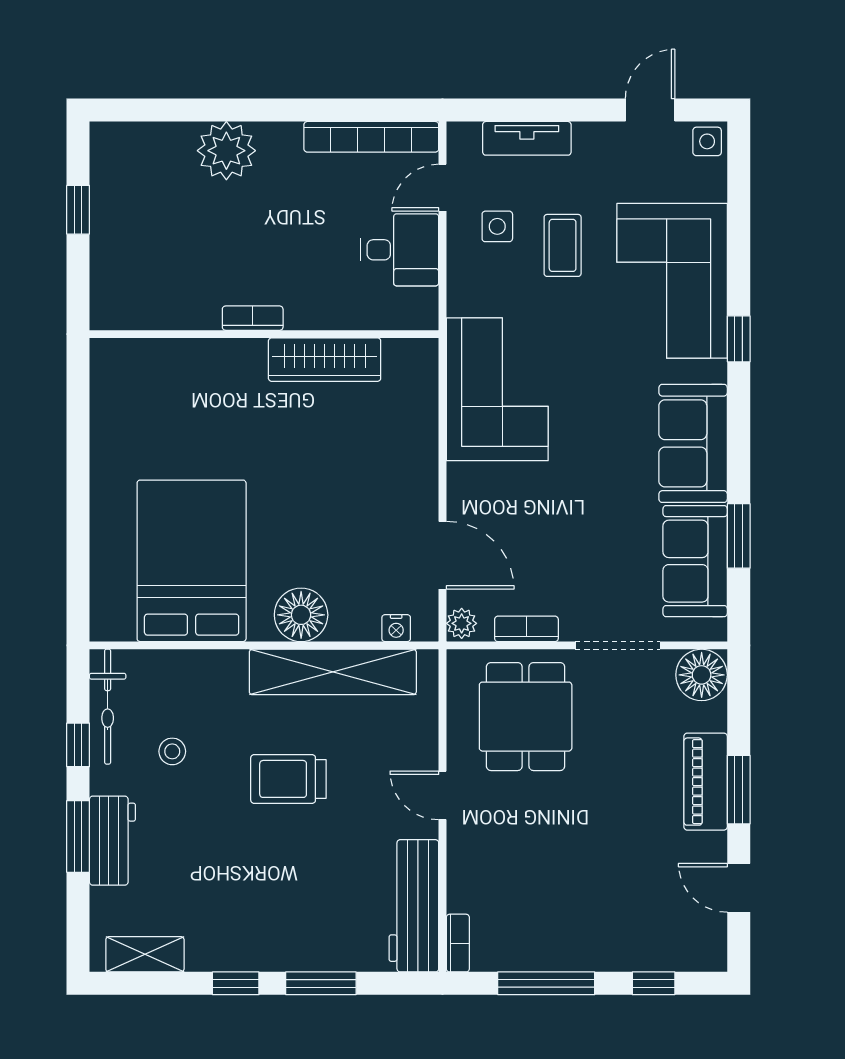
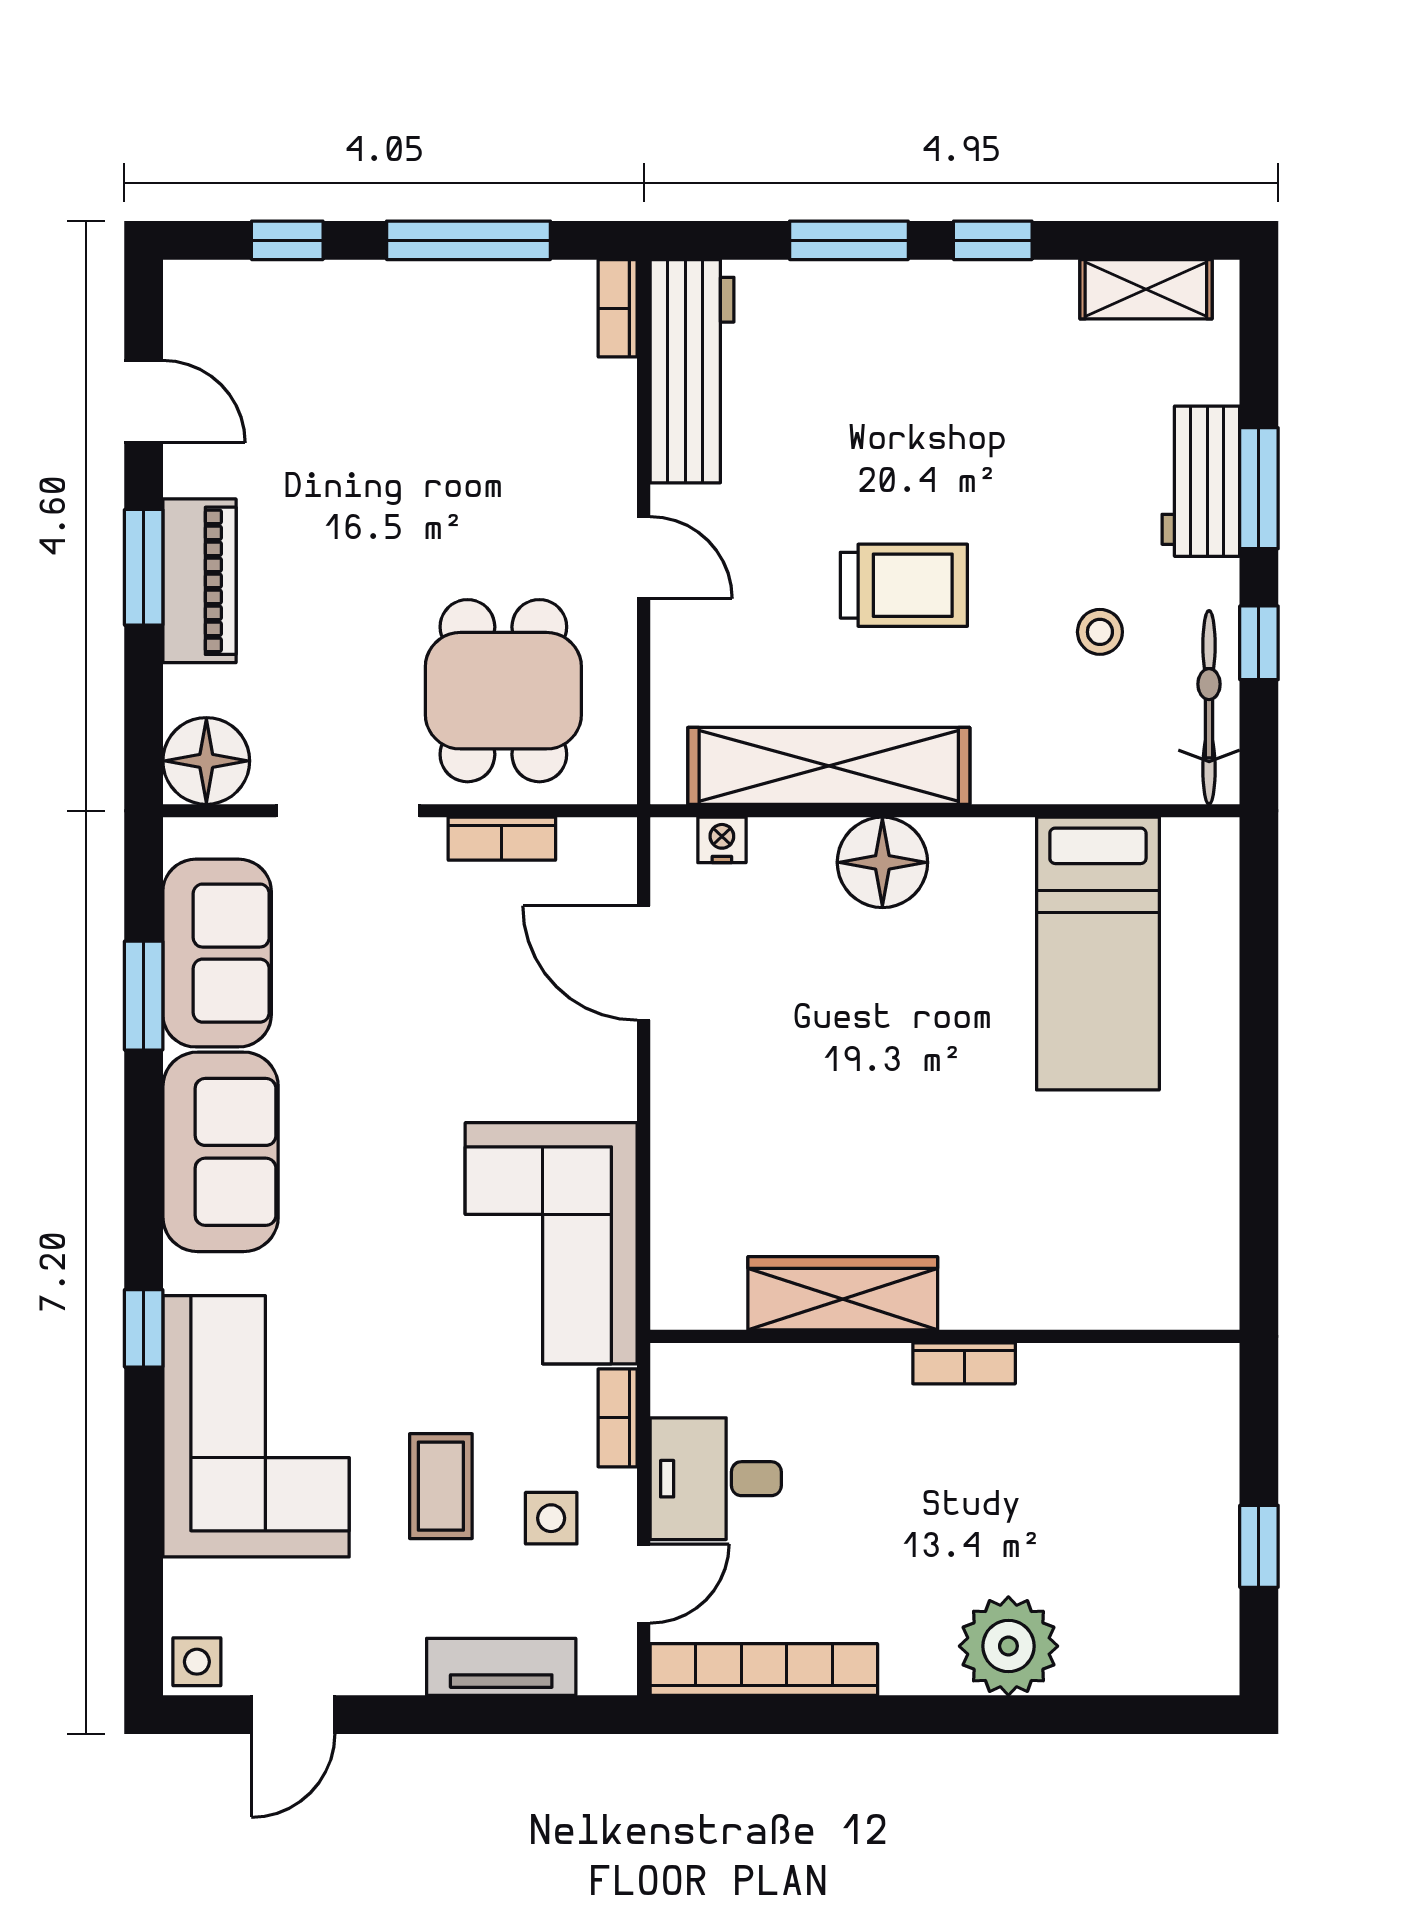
bookcase: (458, 286) -> (618, 1418), added
bed: (192, 561) -> (1098, 954), width x0.67
plant: (462, 623) -> (612, 848), removed

